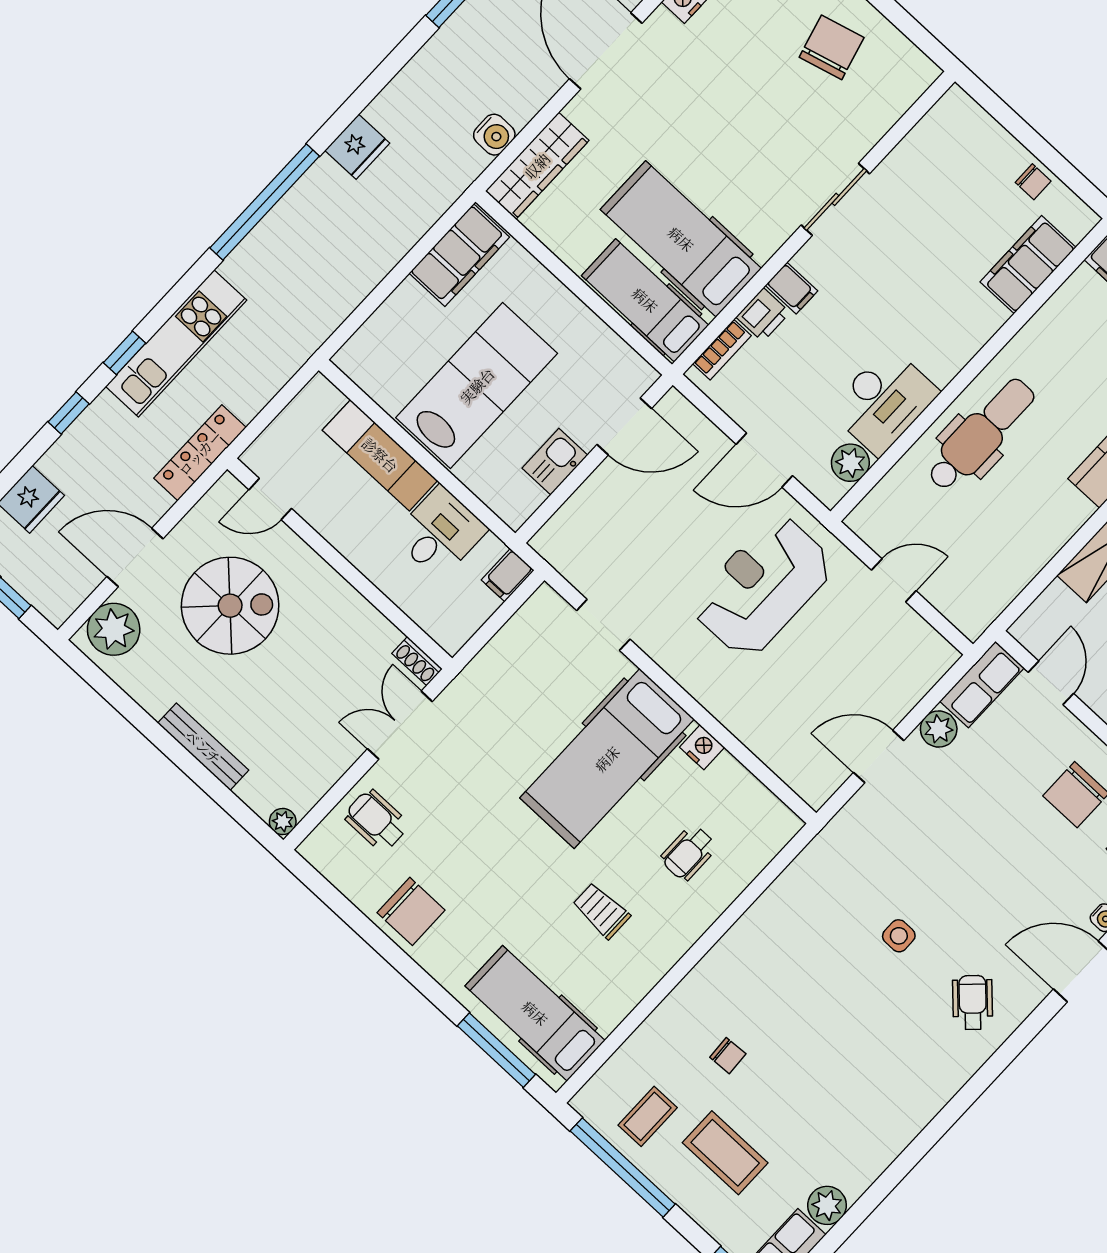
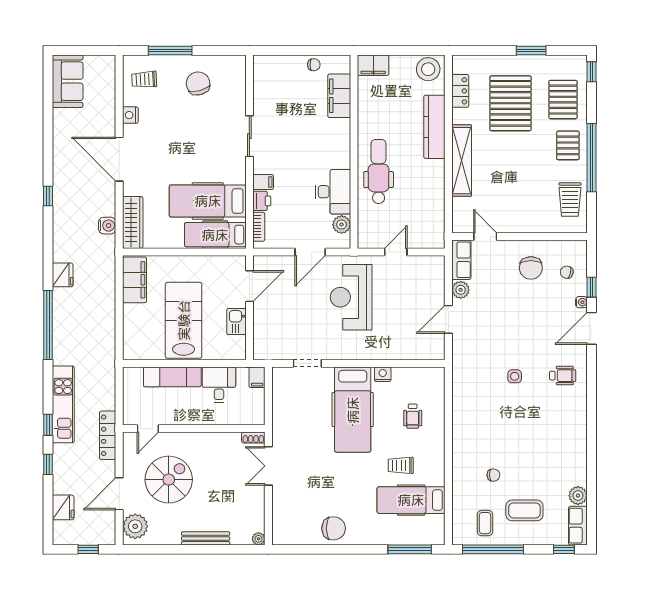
wheelchair: (376, 820) -> (291, 507), removed
wheelchair: (973, 1002) -> (563, 376), turned 134
hospital bed: (535, 1013) -> (411, 500), moved

